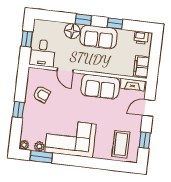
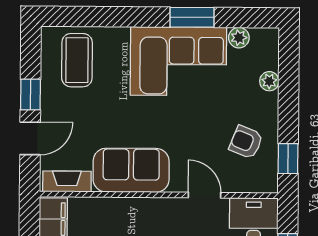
window: (18, 110) -> (288, 159), moved
window: (145, 140) -> (30, 94), moved
plant: (24, 145) -> (269, 81), moved
window: (41, 157) -> (192, 17), moved

